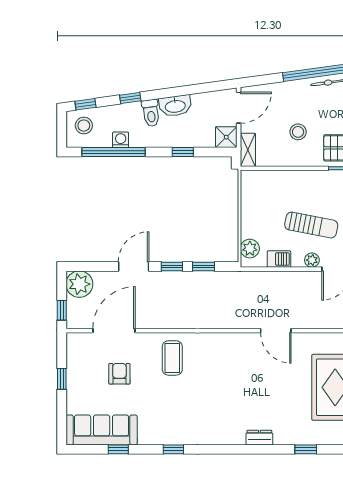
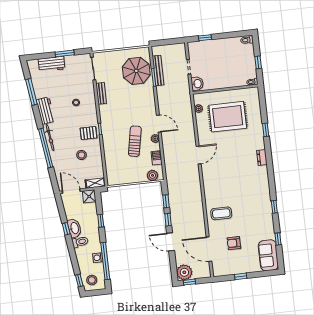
window: (130, 98) -> (66, 229), moved
window: (62, 310) -> (189, 282), moved
sofa: (102, 430) -> (268, 255), width x0.73

